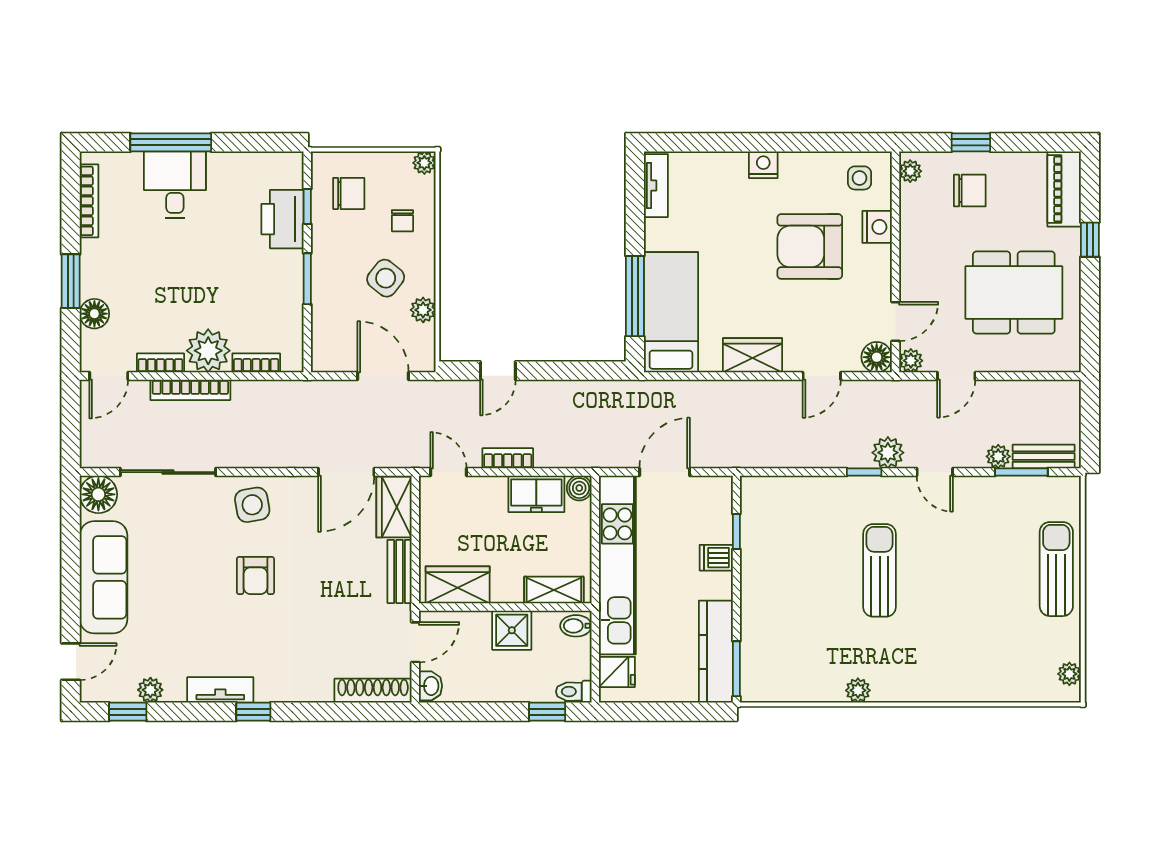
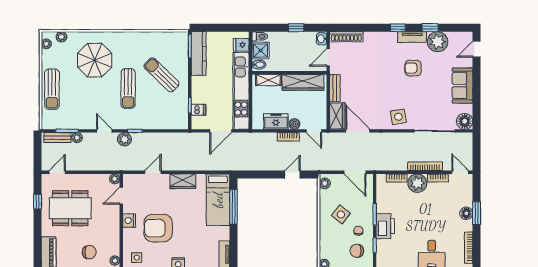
chair: (970, 191) -> (89, 252), turned 180
printer: (283, 219) -> (385, 226), moved
chair: (402, 221) -> (358, 231), moved
nightstand: (877, 227) -> (129, 221), moved
window: (1090, 240) -> (37, 202), moved
armchair: (810, 246) -> (158, 228), turned 180
plant: (423, 310) -> (325, 183), moved
floor lamp: (94, 314) -> (466, 213), moved
floor lamp: (877, 357) -> (129, 180), removed
door: (109, 376) -> (460, 172), hinge flipped
door: (383, 376) -> (355, 172), moved
door: (956, 376) -> (57, 172), moved
door: (346, 472) -> (358, 131), hinge flipped
boiler: (579, 488) -> (294, 124), moved
dishwasher: (716, 558) -> (198, 110), moved
armchair: (255, 576) -> (413, 68), moved, turned -90
sofa: (103, 577) -> (462, 86), width x0.73
wardrobe: (458, 585) -> (303, 82), width x1.50
sun lounger: (802, 602) -> (162, 75), added
shower: (512, 630) -> (261, 51), moved
parasol: (957, 636) -> (95, 60), added
plant: (150, 690) -> (438, 42), width x1.87, depth x1.87
plant: (858, 690) -> (61, 37), moved
window: (128, 712) -> (430, 28), moved
window: (547, 712) -> (296, 28), moved

